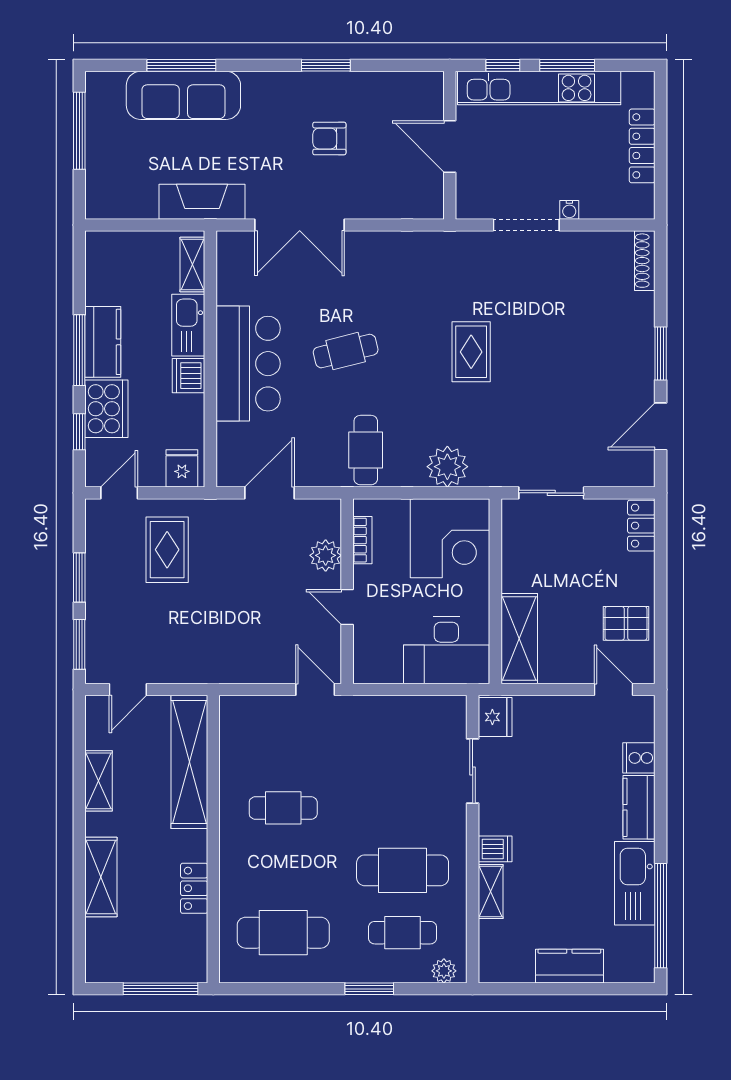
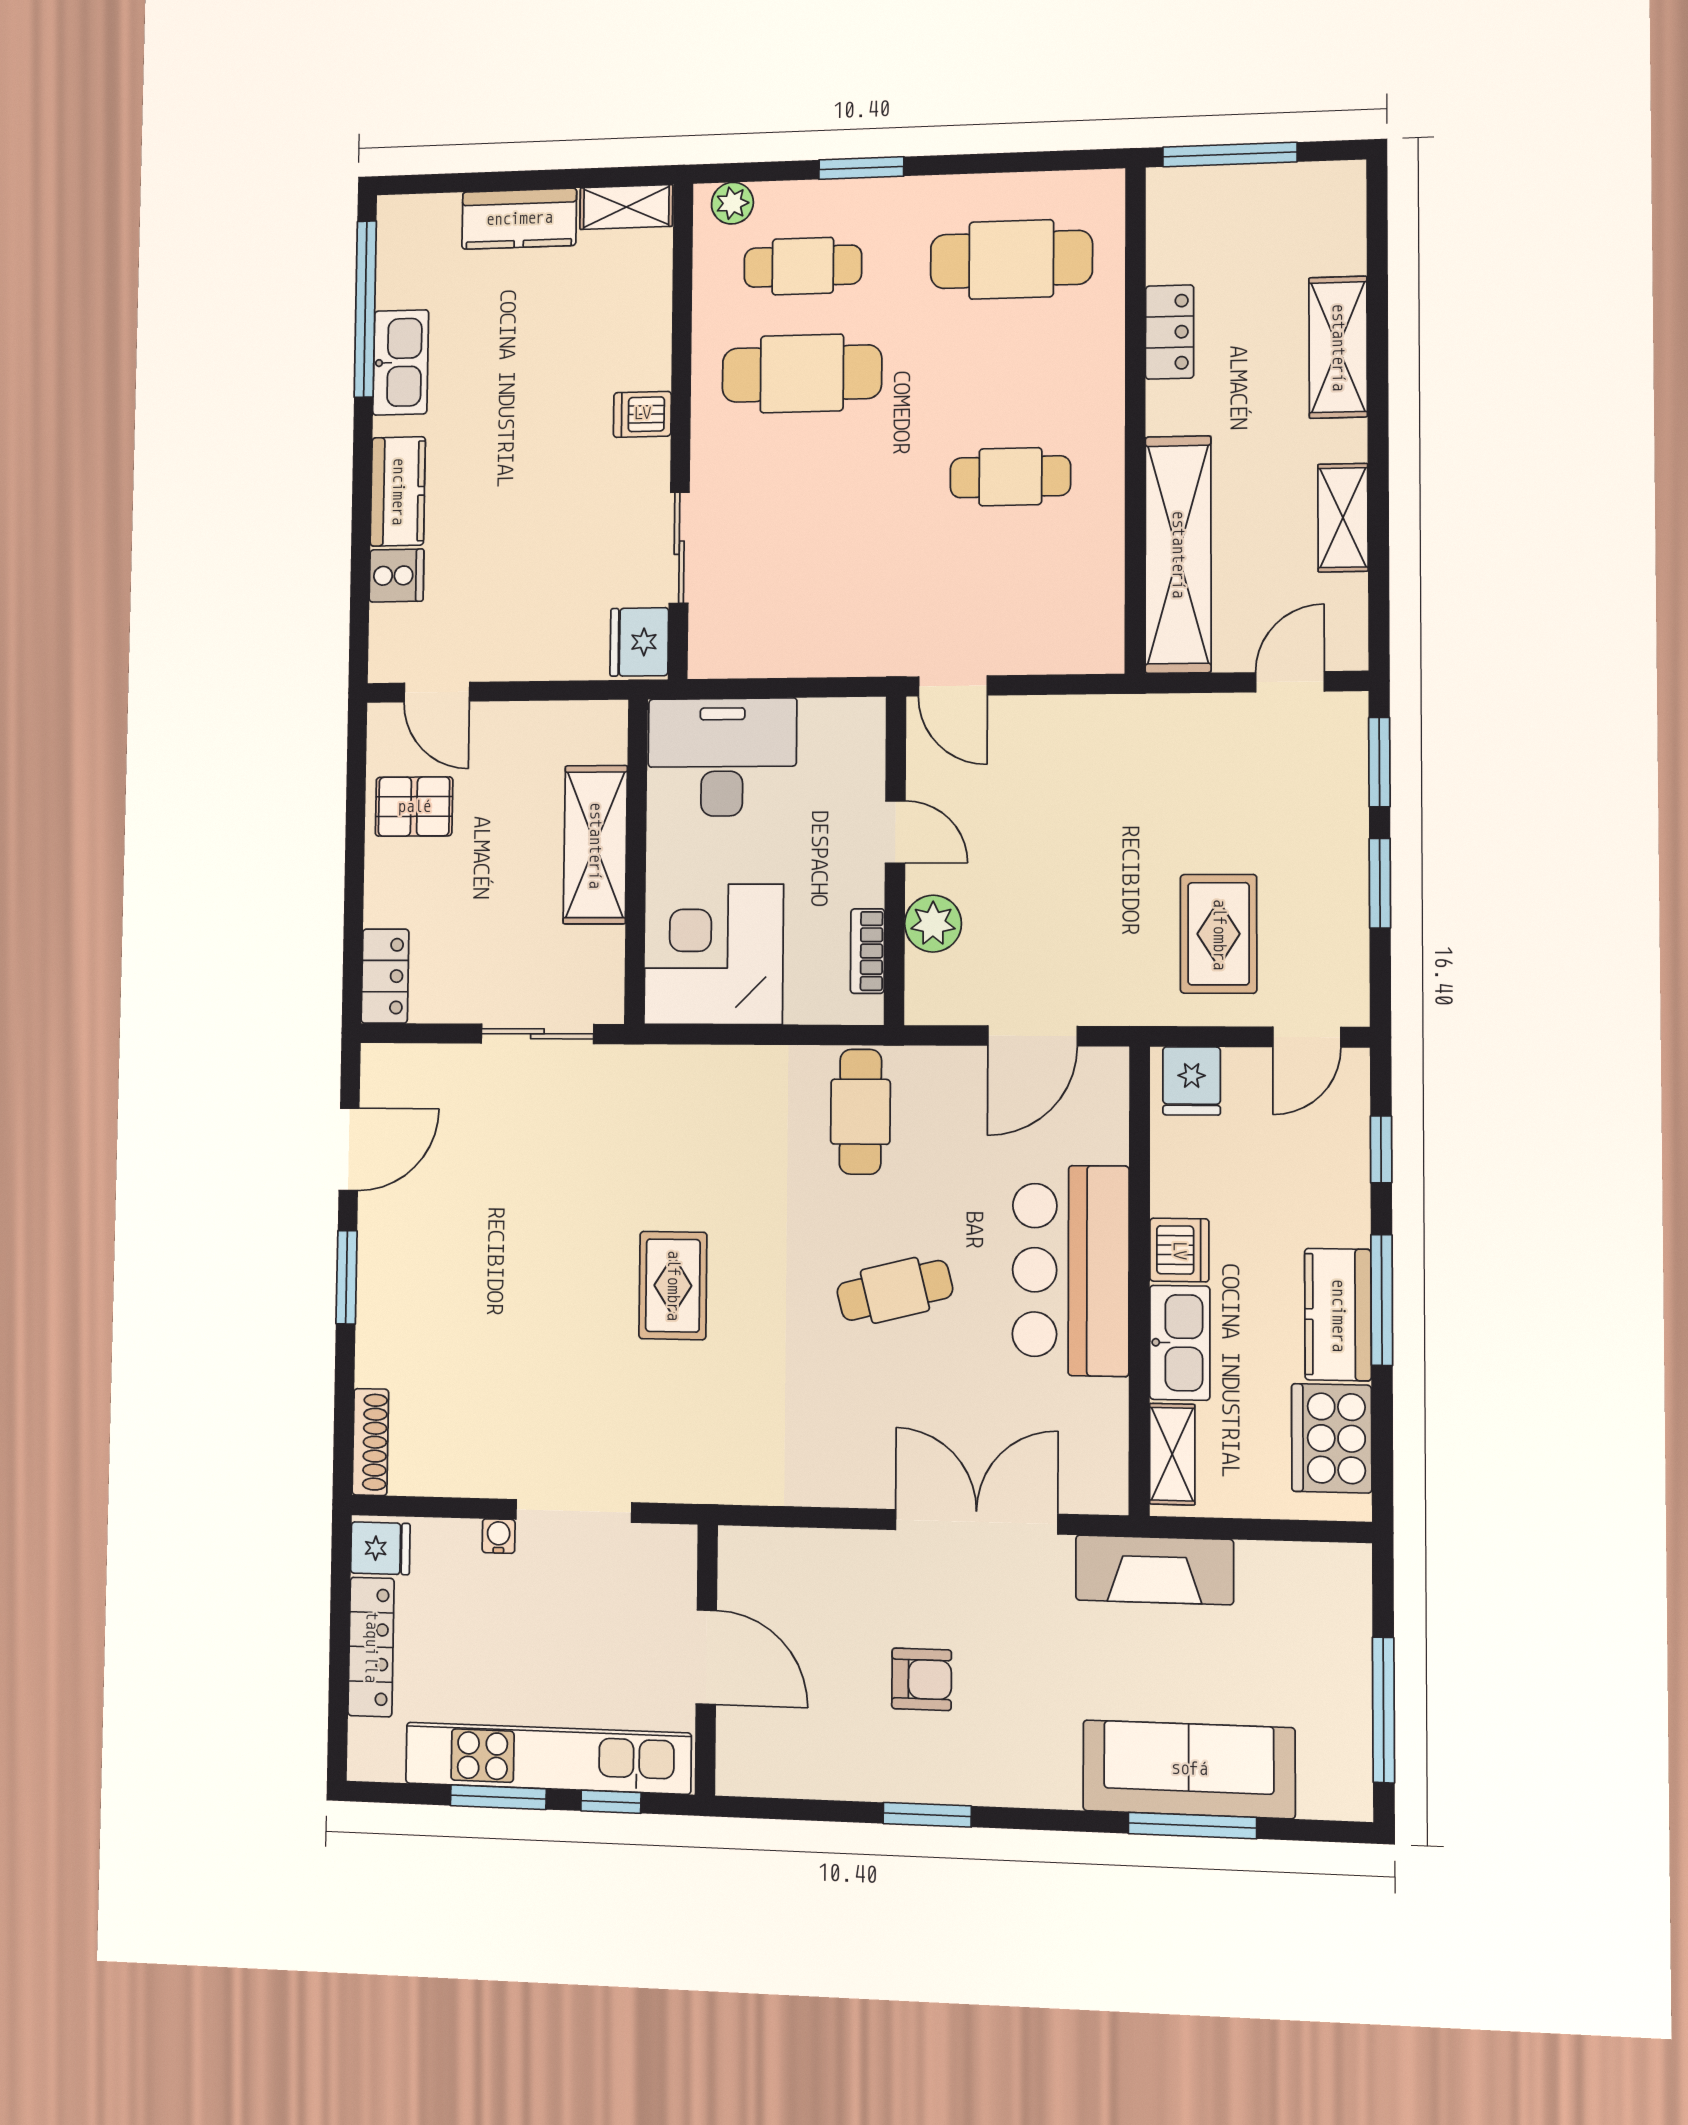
fridge: (638, 201) -> (380, 1548), added
cooker: (106, 409) -> (1332, 1438), moved
plant: (447, 467) -> (717, 1081), removed
shelving: (519, 639) -> (595, 845), moved
kitchen sink: (635, 883) -> (401, 362), width x0.73, depth x0.81
shelving: (491, 892) -> (626, 207), moved, turned 90

